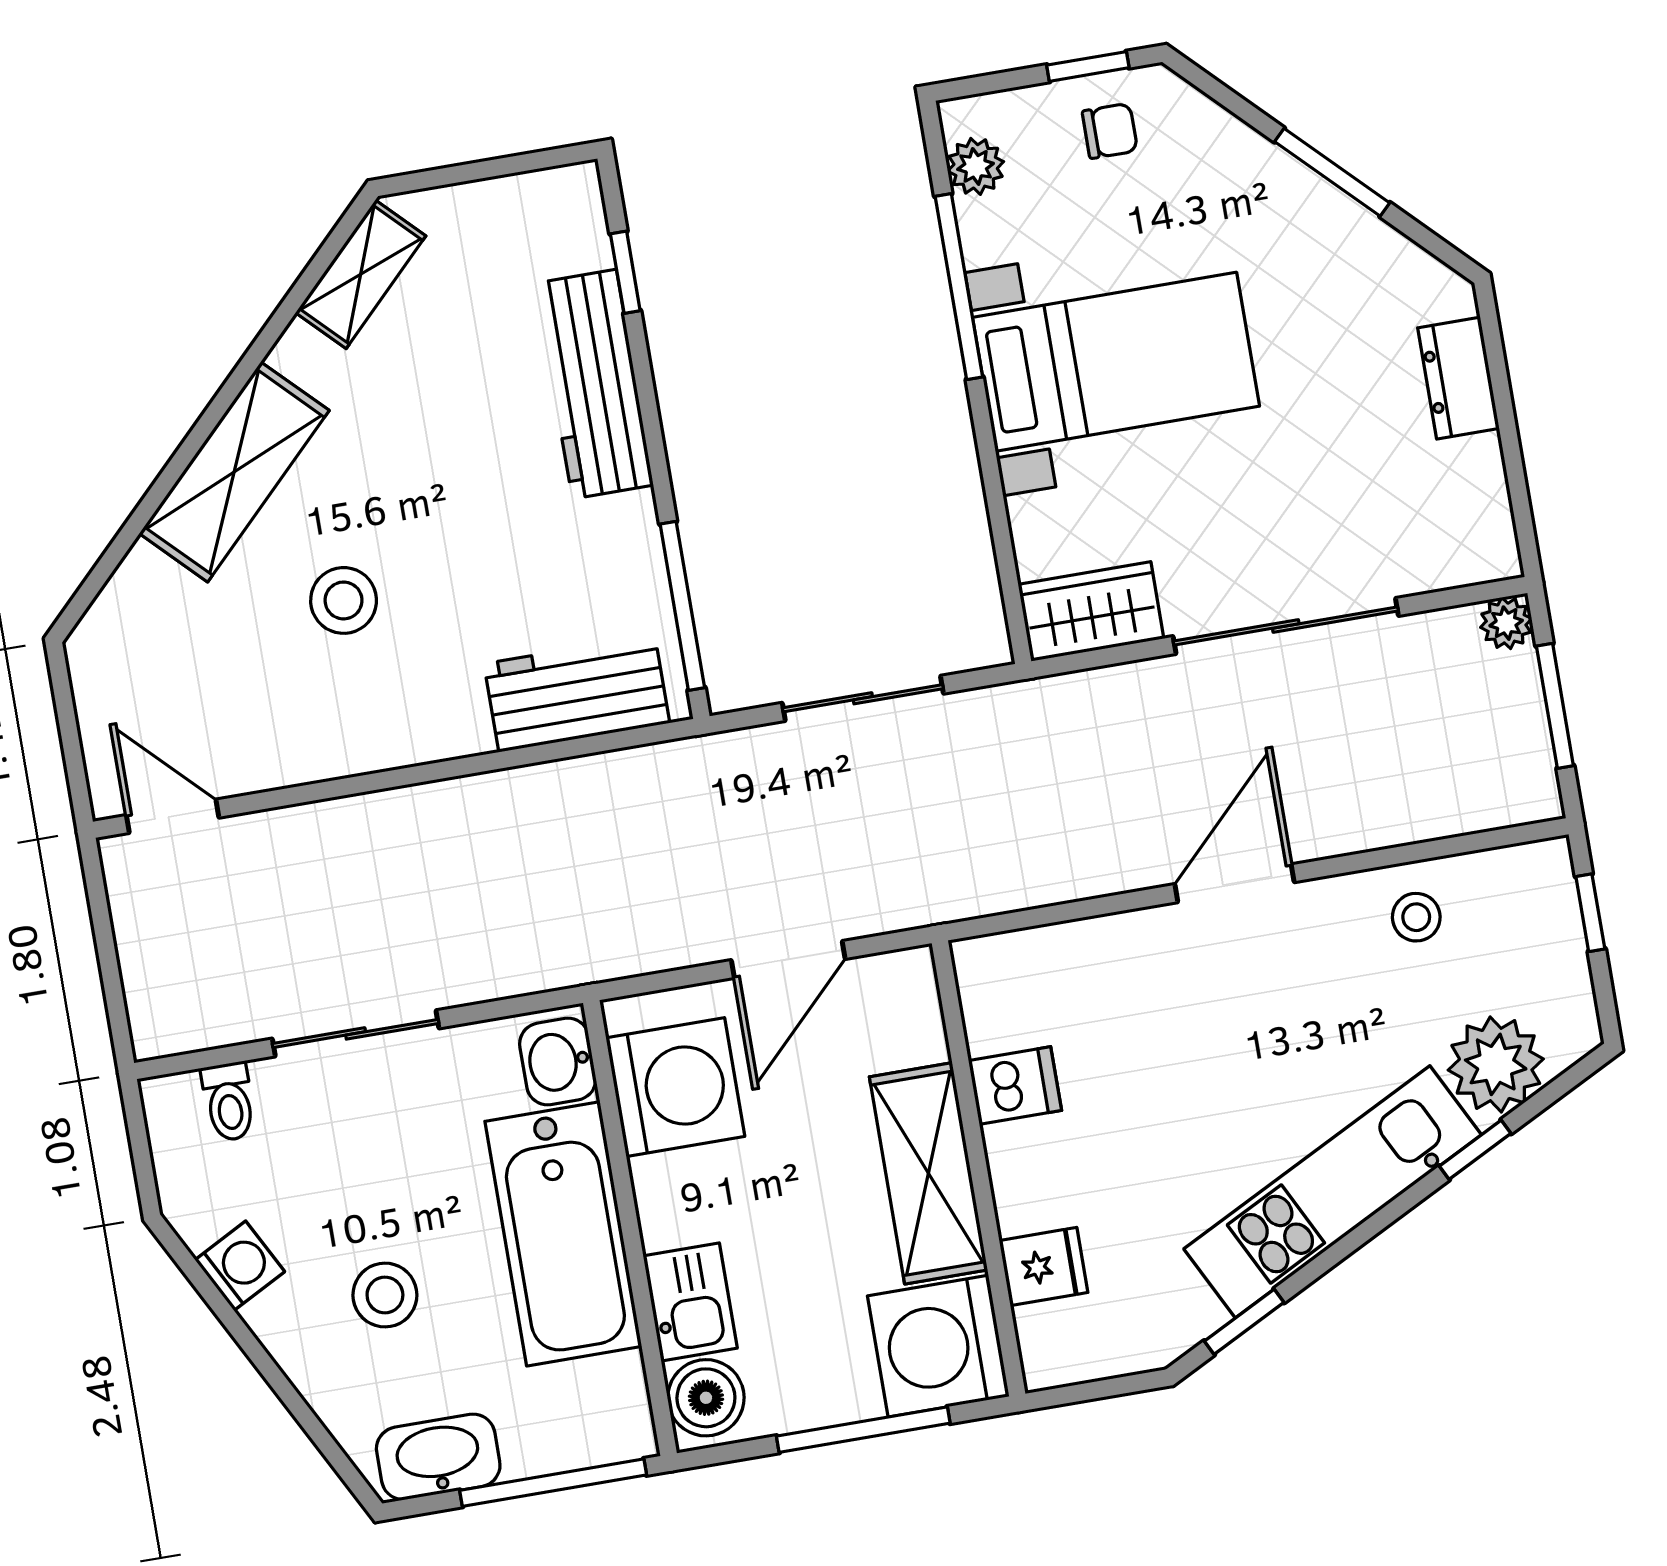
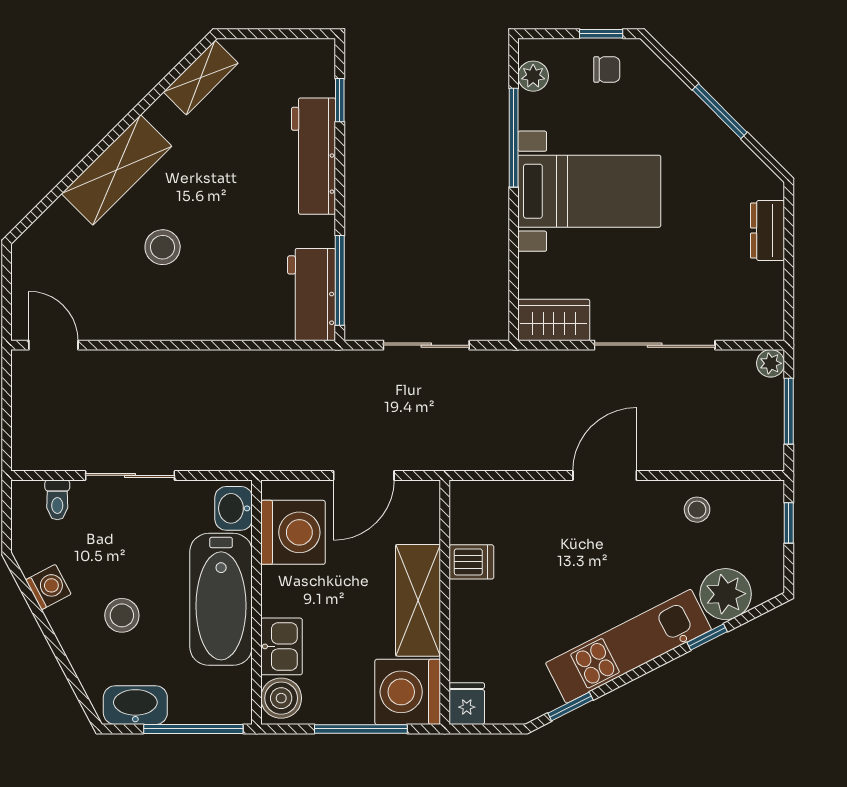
workbench: (577, 693) -> (312, 295), moved, turned -90
fridge: (1044, 1266) -> (467, 704), moved, turned -90

